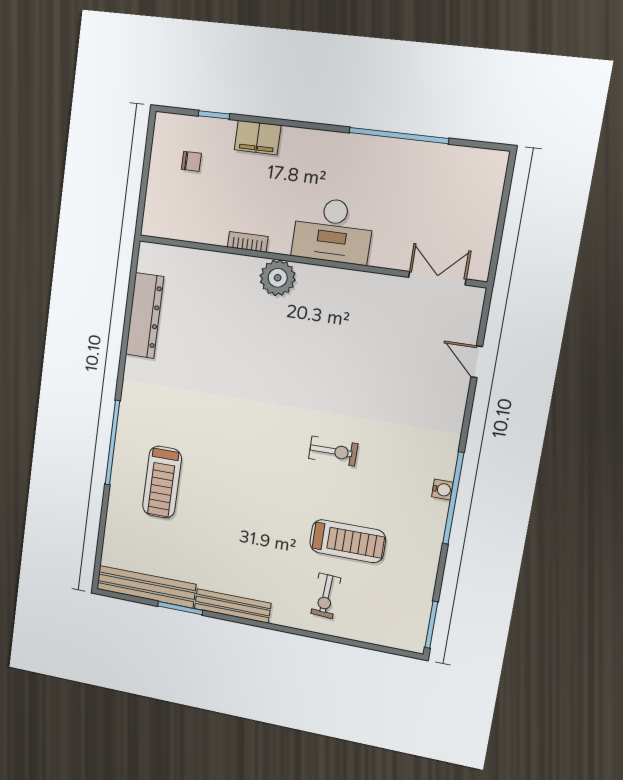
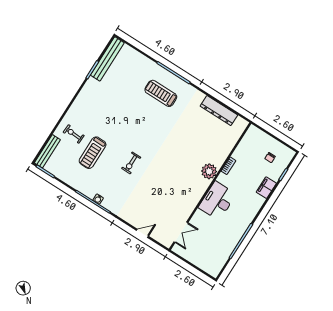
treadmill: (162, 482) -> (161, 93), moved
bench: (233, 606) -> (47, 151), moved

